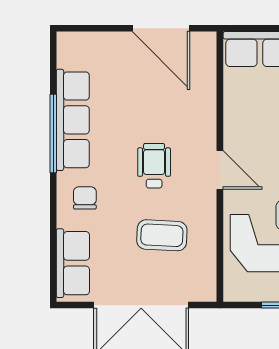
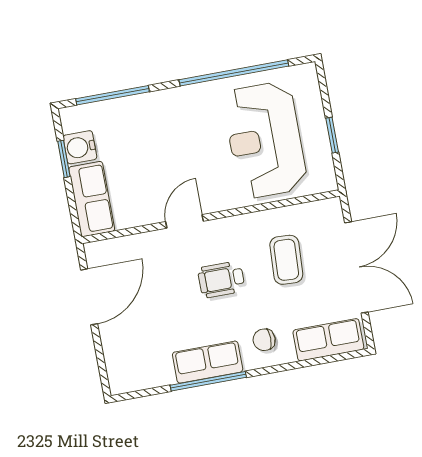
row of seats: (73, 120) -> (208, 362), width x0.68
door: (220, 170) -> (185, 221), moved

